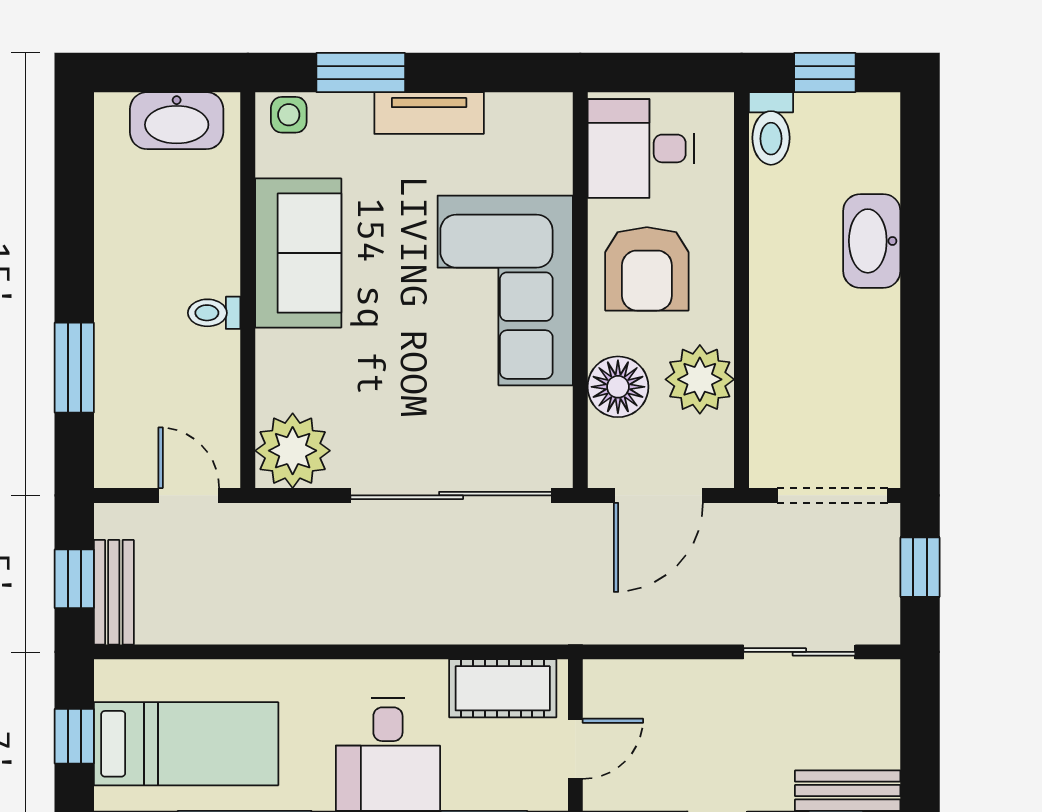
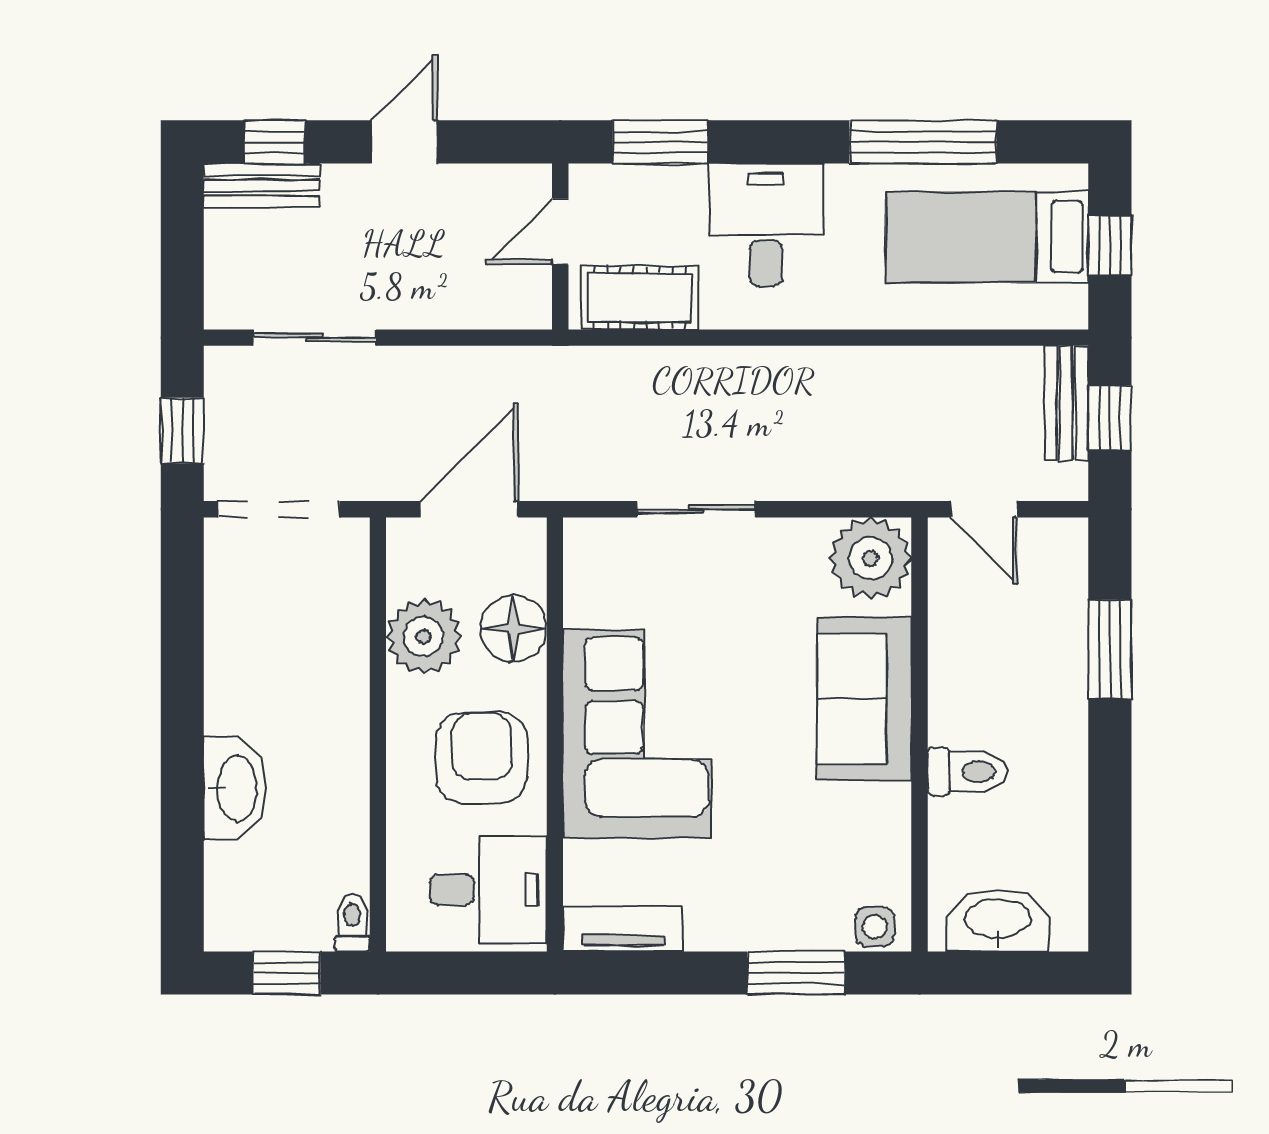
tv unit: (429, 113) -> (623, 929), moved
toilet: (771, 128) -> (352, 923), width x0.73, depth x0.72
sofa: (298, 253) -> (864, 699), moved
toilet: (214, 313) -> (967, 772), moved, width x1.37, depth x1.39
sliding door: (451, 495) -> (697, 509), width x0.54

